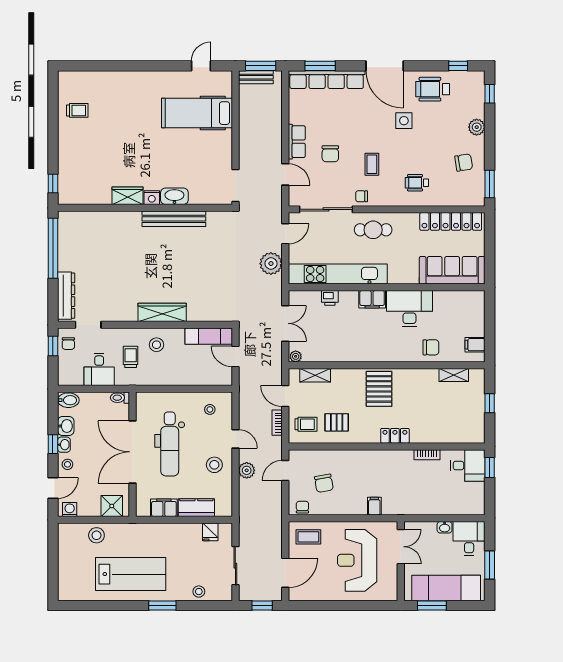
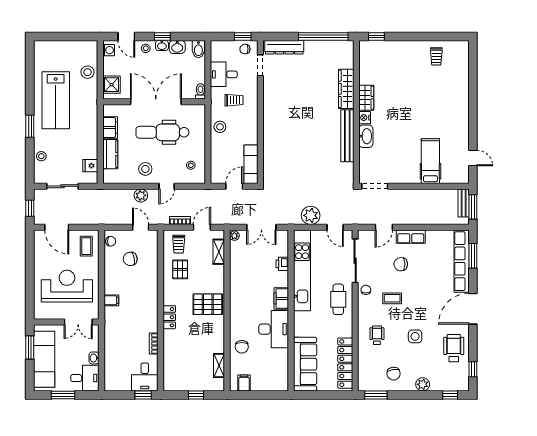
hospital bed: (197, 113) -> (430, 161), width x0.73, depth x0.78
side table: (404, 121) -> (415, 336), moved
wardrobe: (162, 312) -> (346, 89), moved, turned 180
stool: (156, 345) -> (220, 127), moved

